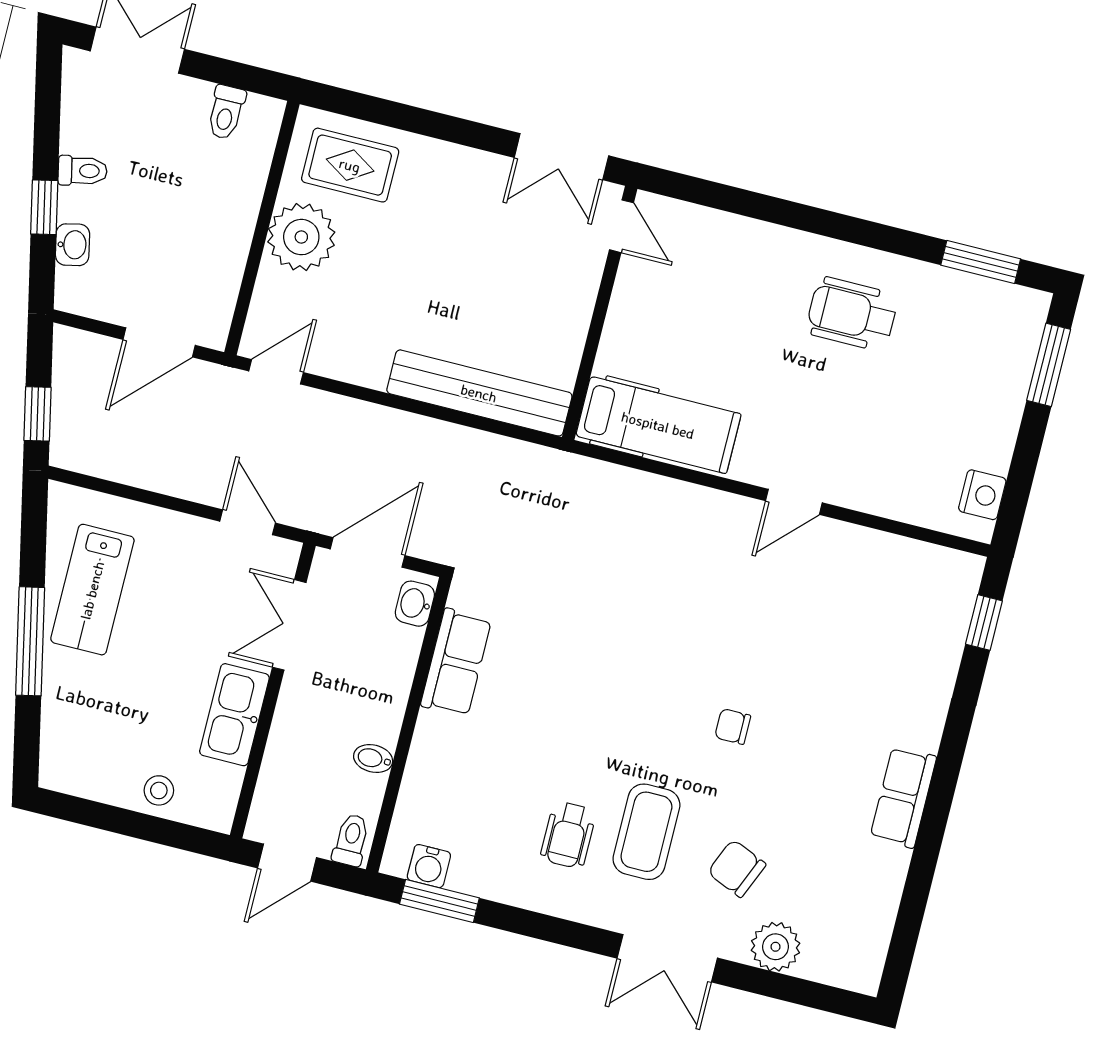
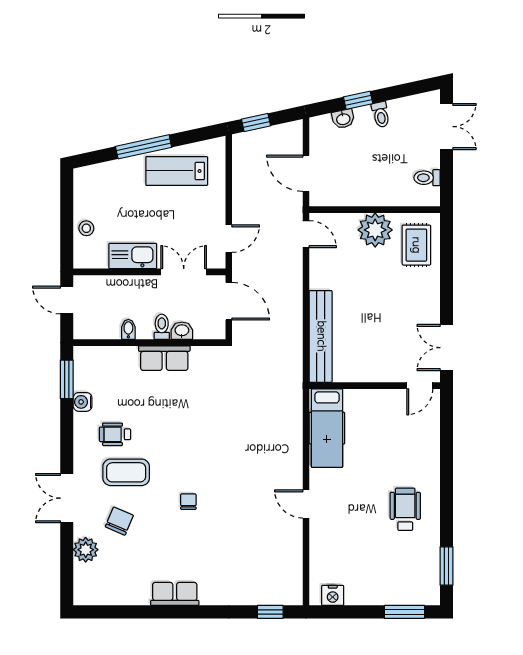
washbasin: (415, 604) -> (182, 331), moved
row of seats: (456, 663) -> (164, 358), moved
toilet: (351, 840) -> (162, 327), moved, turned -90
water cooler: (429, 866) -> (83, 402), moved

